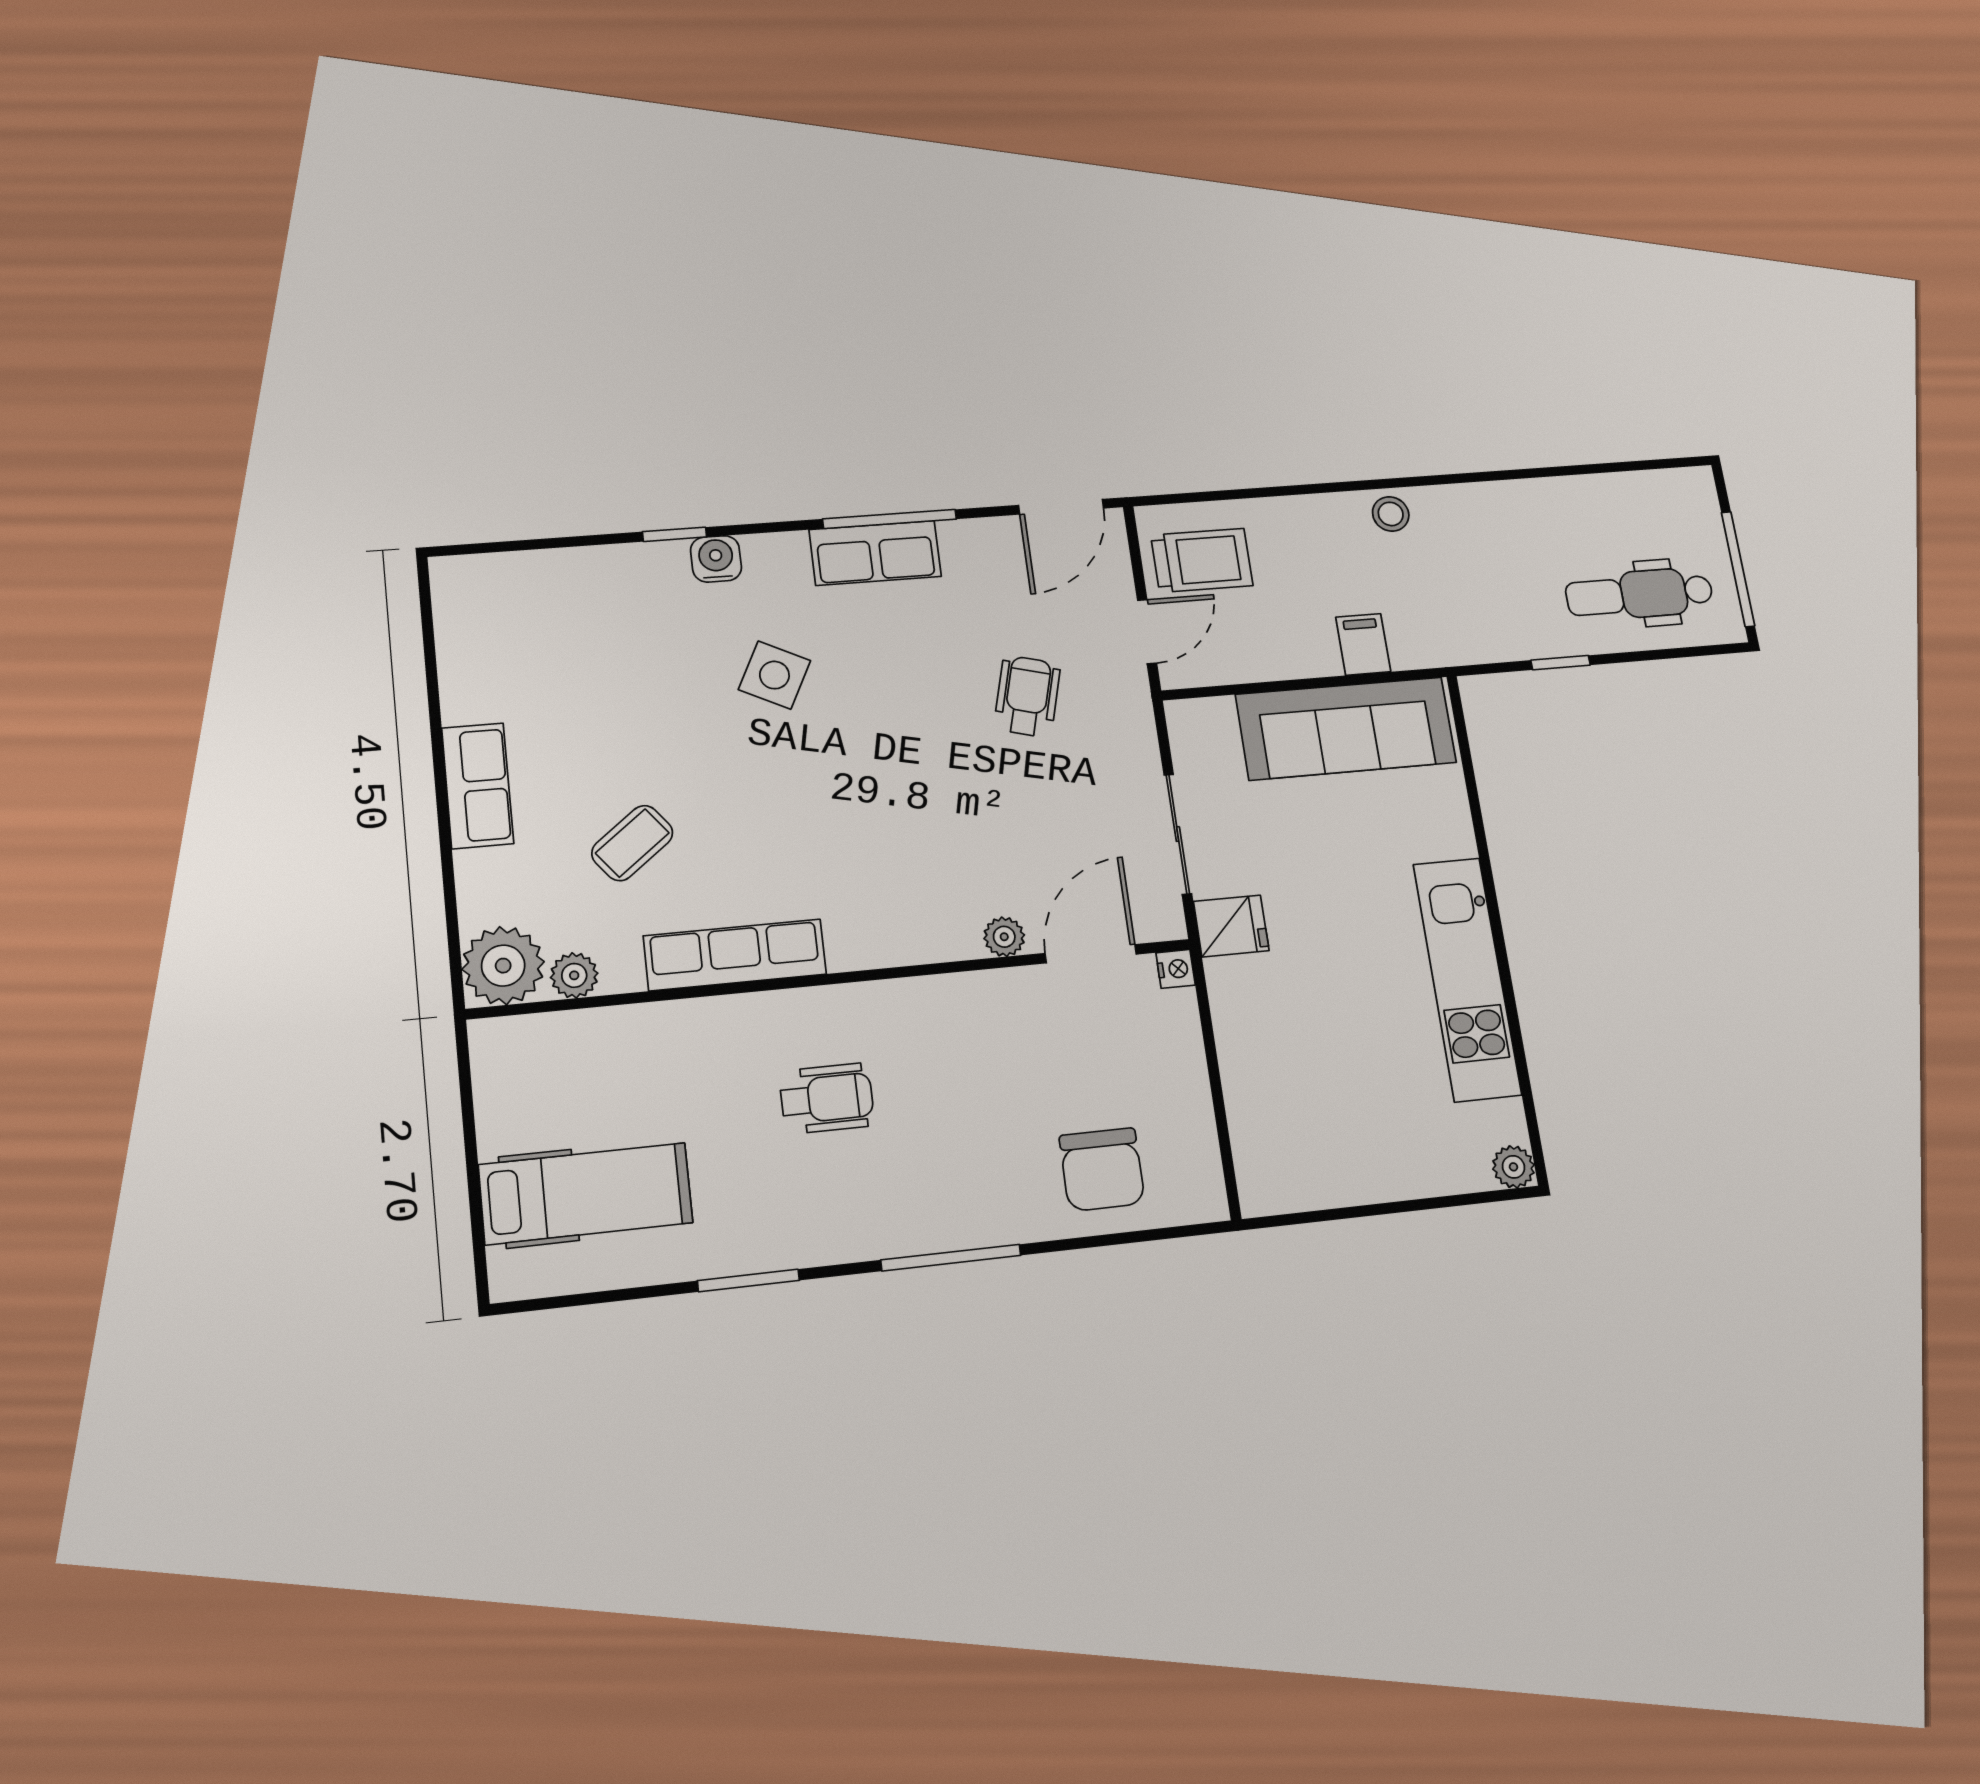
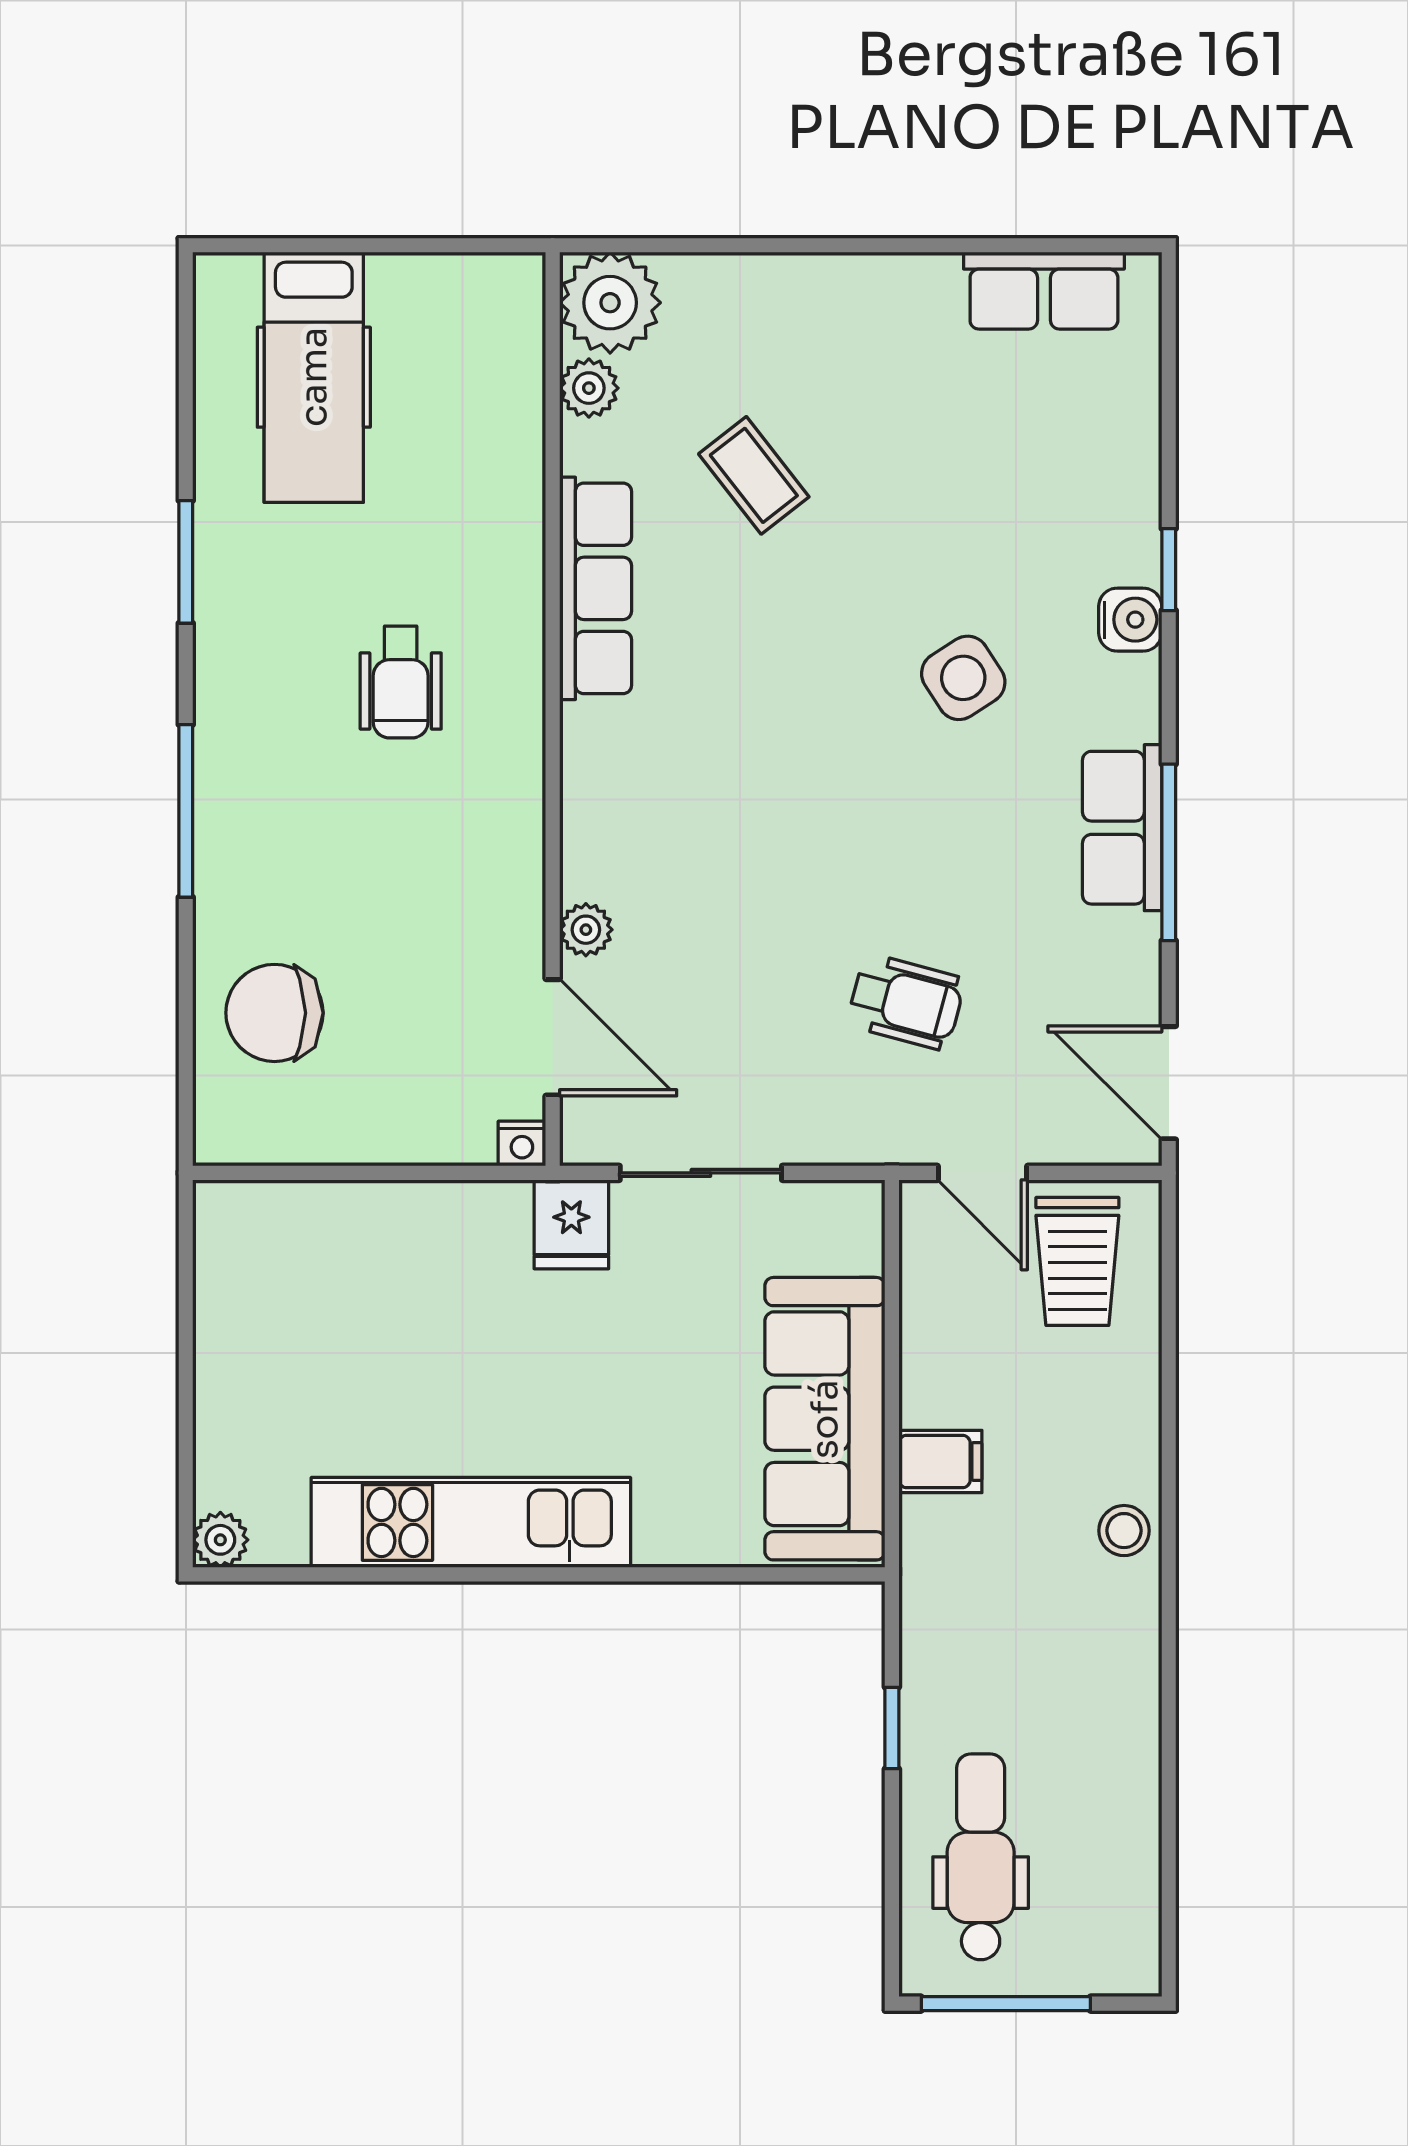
side table: (774, 675) -> (963, 678), turned 30
row of seats: (478, 786) -> (1044, 291), moved

